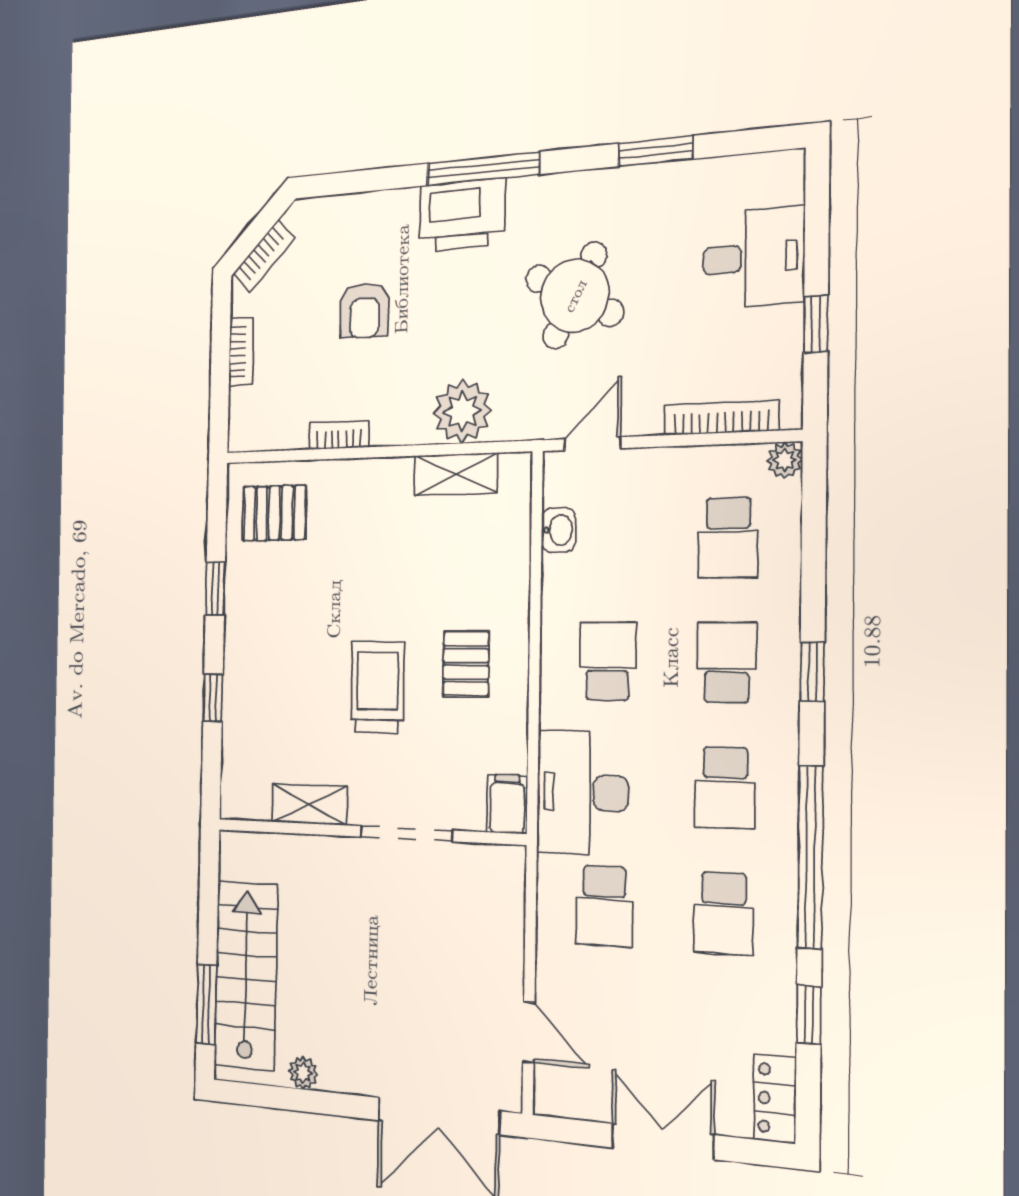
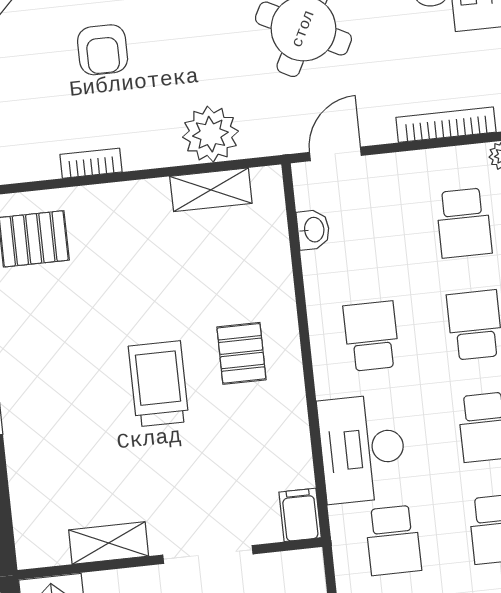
shelving: (309, 804) -> (109, 543), moved
filing cabinet: (507, 804) -> (300, 515), moved
wall: (367, 832) -> (170, 559), moved
doorway: (406, 834) -> (208, 555), moved

